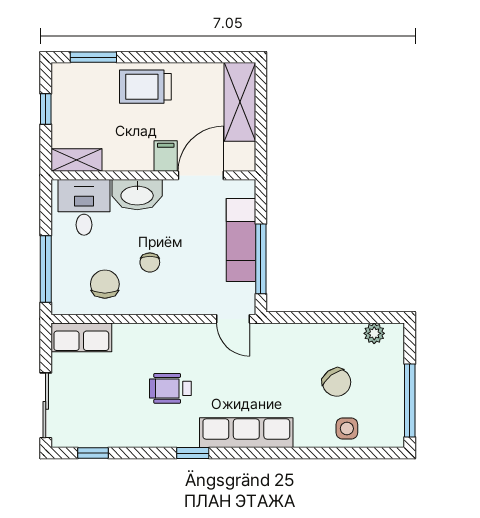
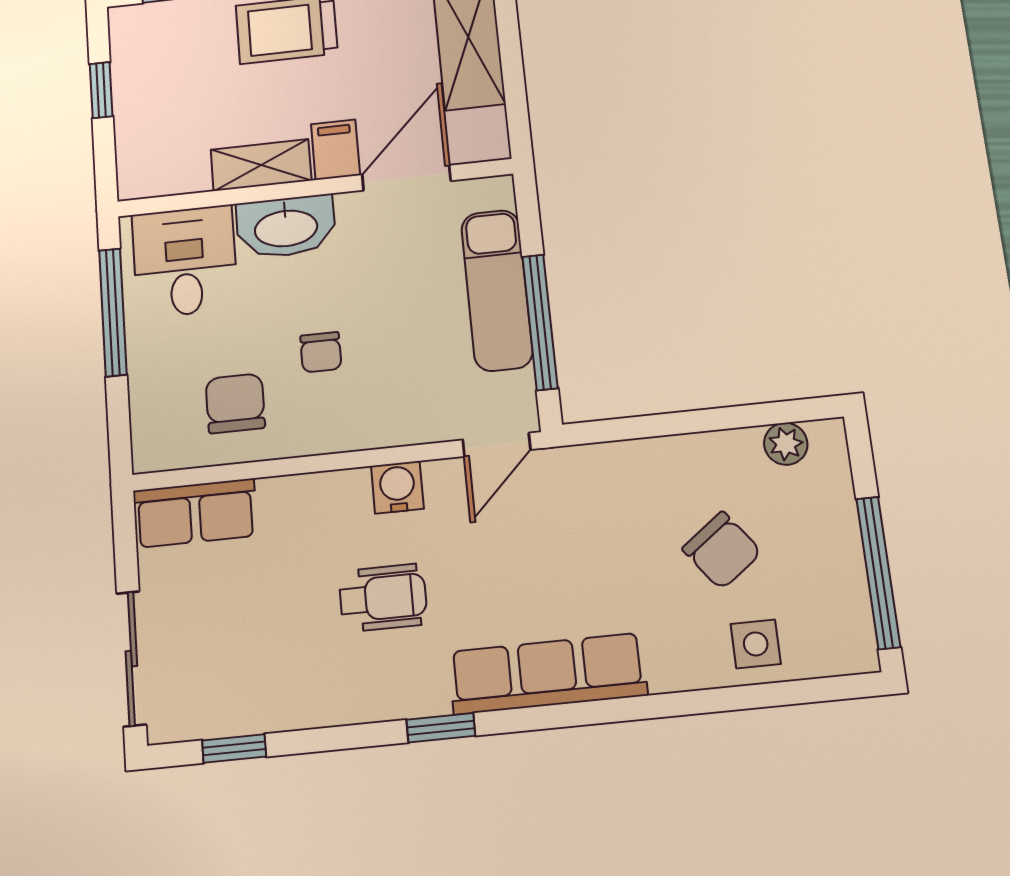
shelving: (76, 160) -> (261, 165), moved
window: (46, 269) -> (113, 312), moved
door: (233, 319) -> (497, 445), hinge flipped
water cooler: (182, 335) -> (397, 487), added
wheelchair: (170, 388) -> (383, 598), turned 180

